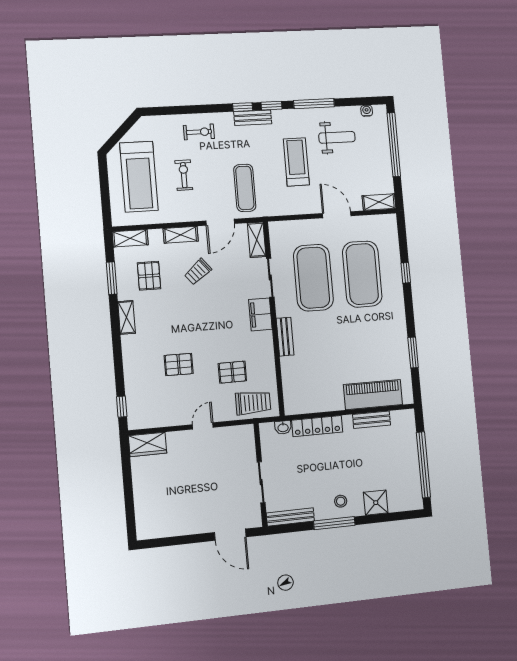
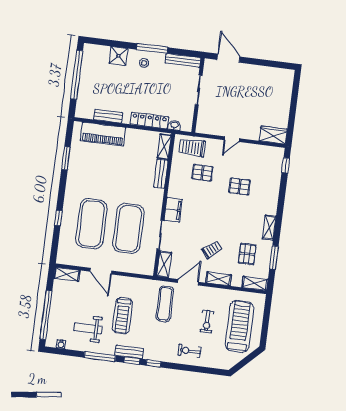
bench: (253, 118) -> (129, 352), moved
bench: (285, 337) -> (161, 174), moved
shelving: (290, 396) -> (164, 147), added

